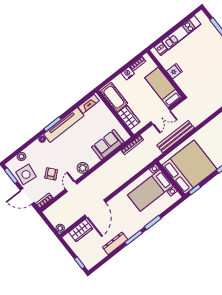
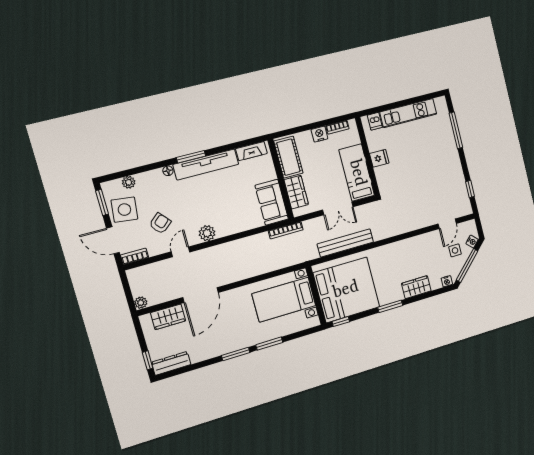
sofa: (108, 145) -> (272, 202), moved, turned -90
dresser: (115, 243) -> (171, 363), moved

